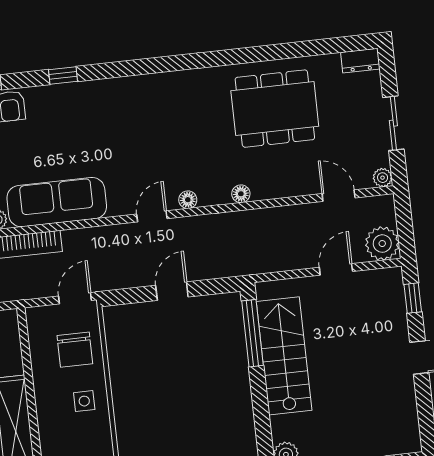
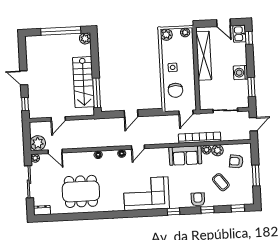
corner sofa: (127, 112) -> (146, 194), added
sliding door: (393, 123) -> (29, 182), width x1.37
sofa: (57, 202) -> (185, 156), width x0.73
plant: (382, 244) -> (38, 143), moved
door: (75, 298) -> (186, 112), moved
chair: (75, 350) -> (175, 90), turned 180

